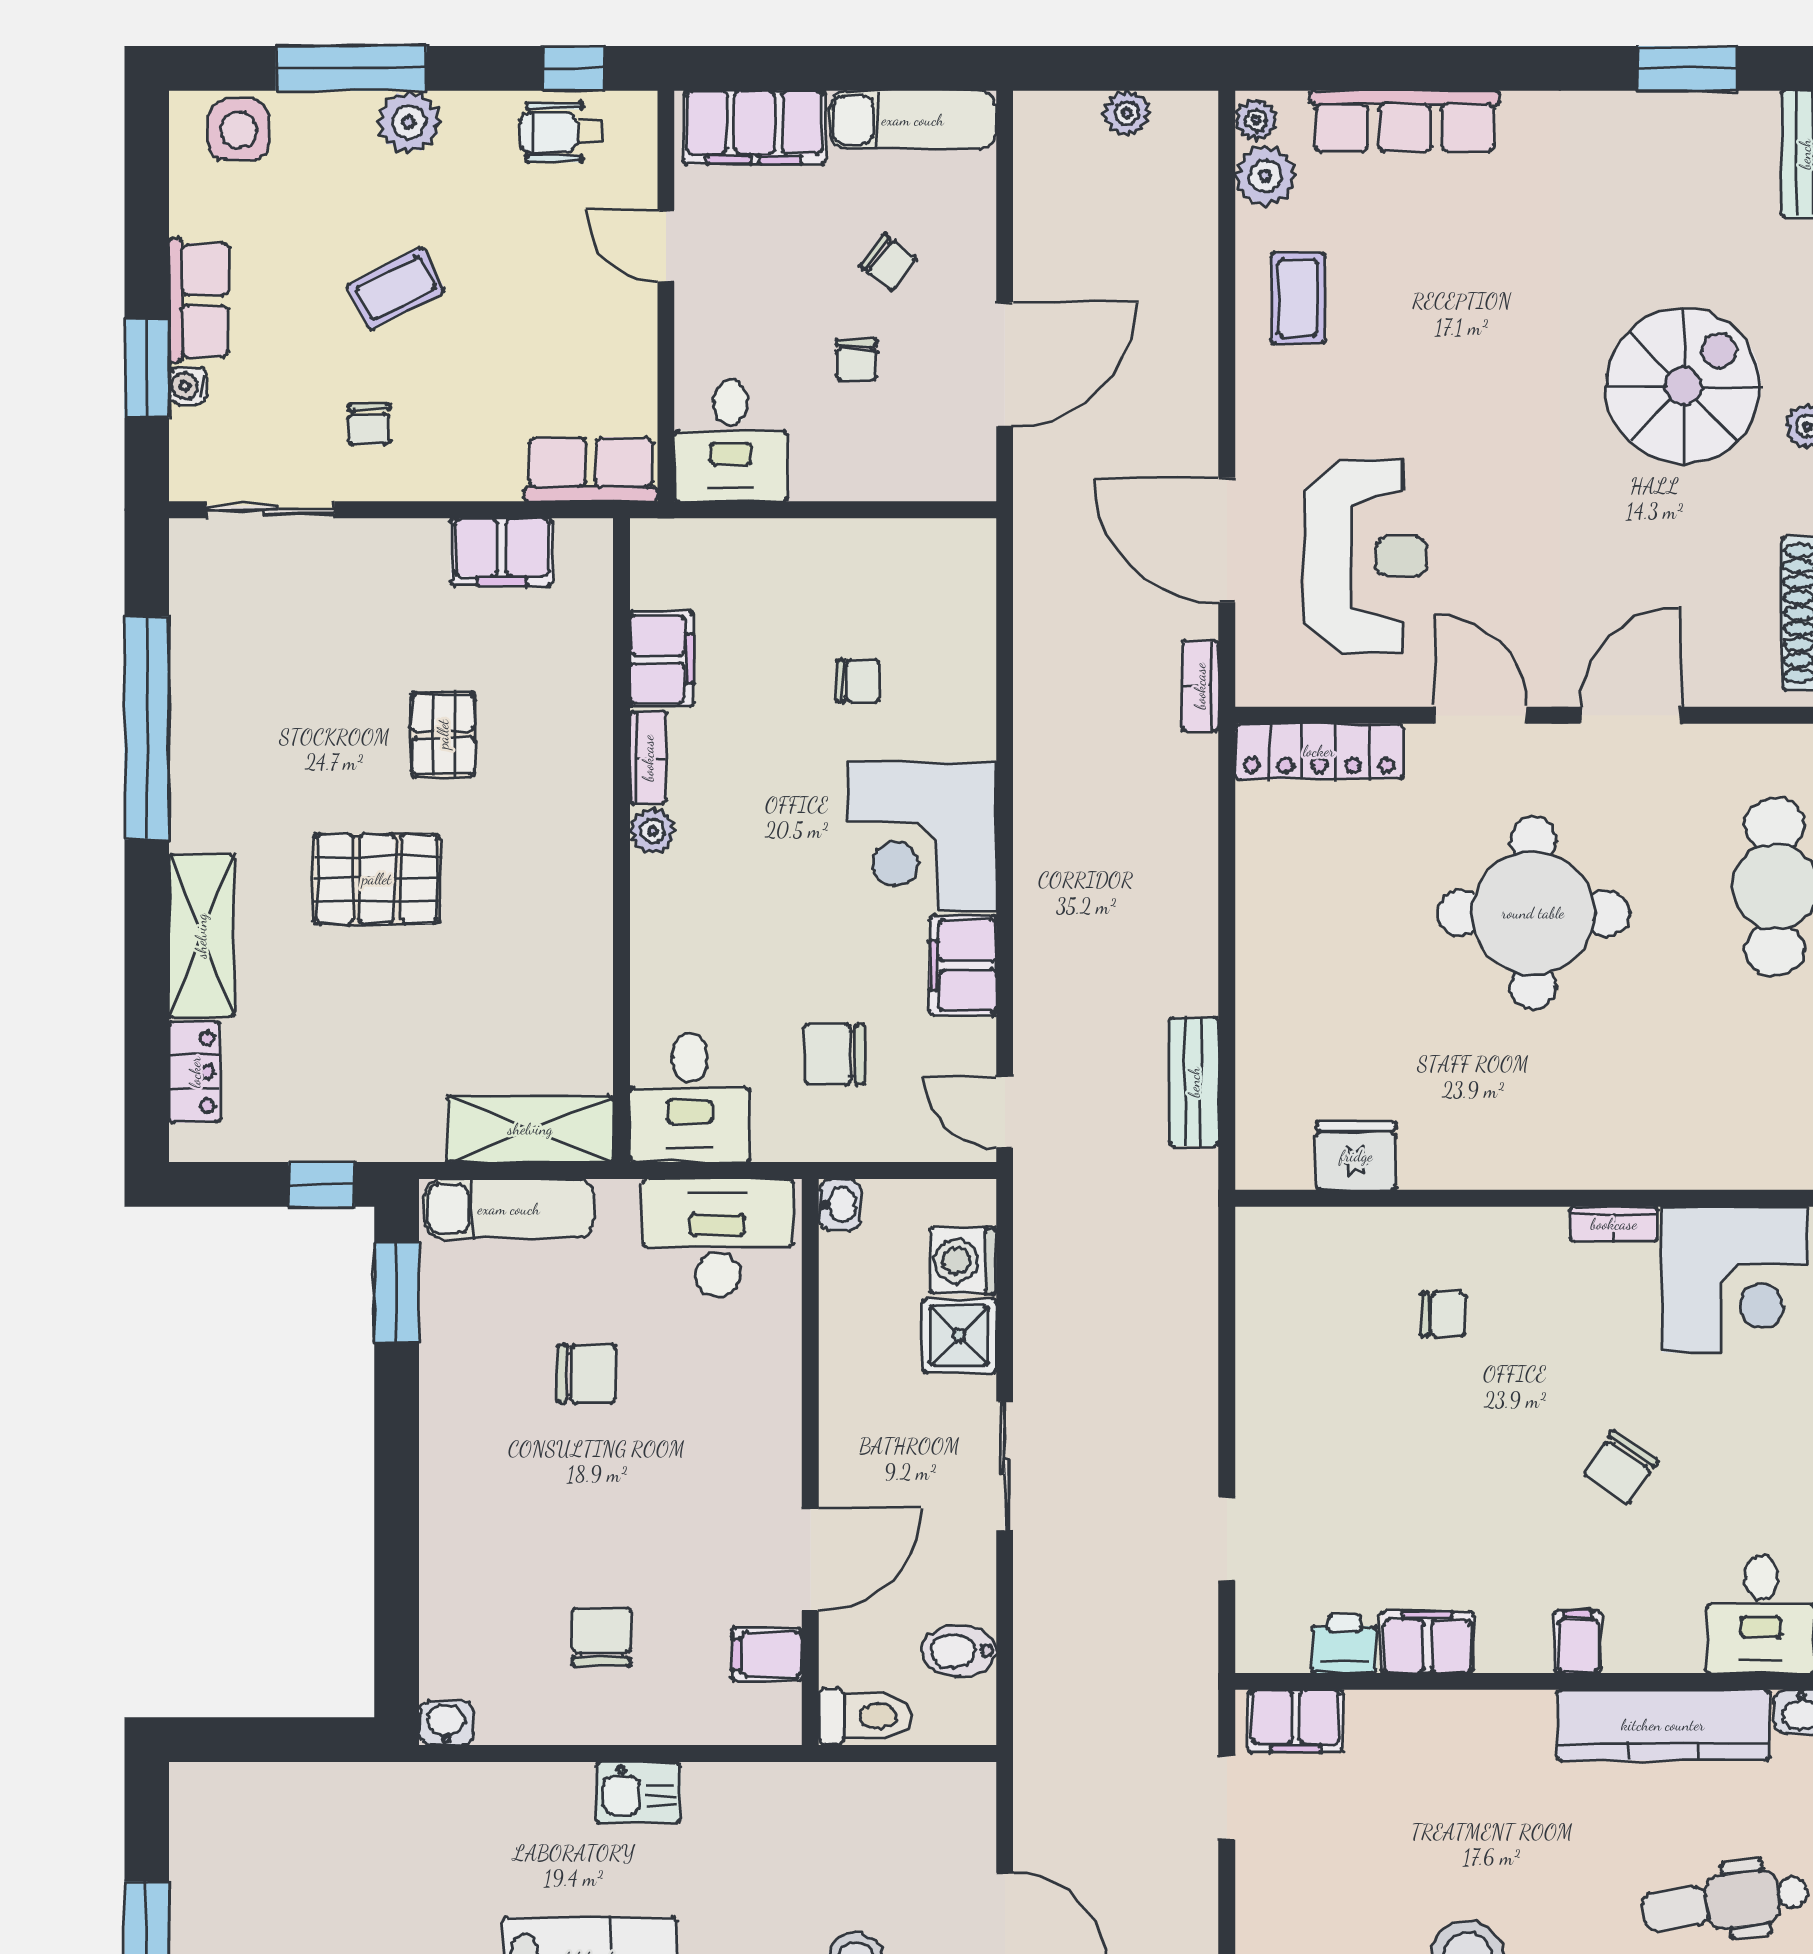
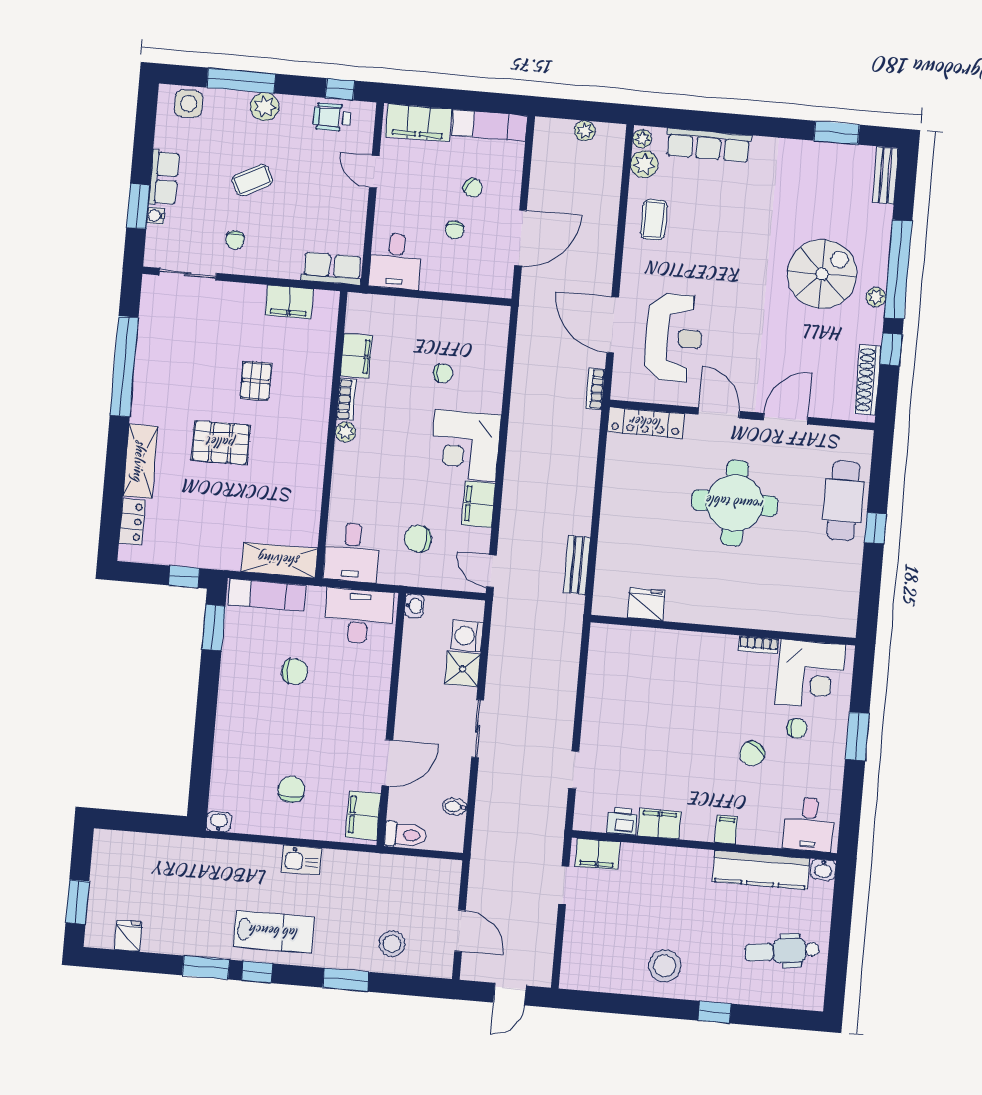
chair: (1443, 1314) -> (797, 728), moved
bidet: (959, 1651) -> (455, 807), width x0.72, depth x0.74
filing cabinet: (767, 1654) -> (363, 815), width x2.00

